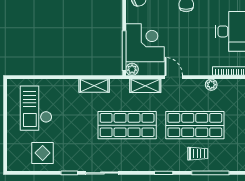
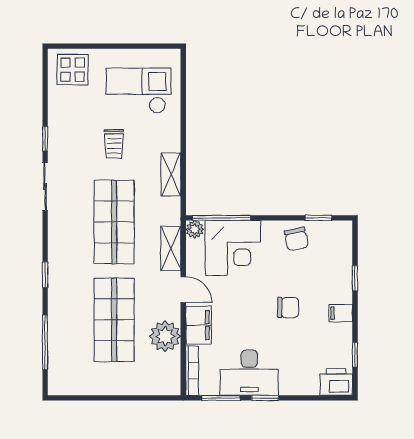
filing cabinet: (198, 67) -> (198, 325), added
door: (174, 77) -> (183, 289), hinge flipped
plant: (211, 85) -> (165, 336), width x1.88, depth x1.88
display table: (43, 153) -> (73, 70), moved
trolley: (198, 154) -> (114, 144), moved

